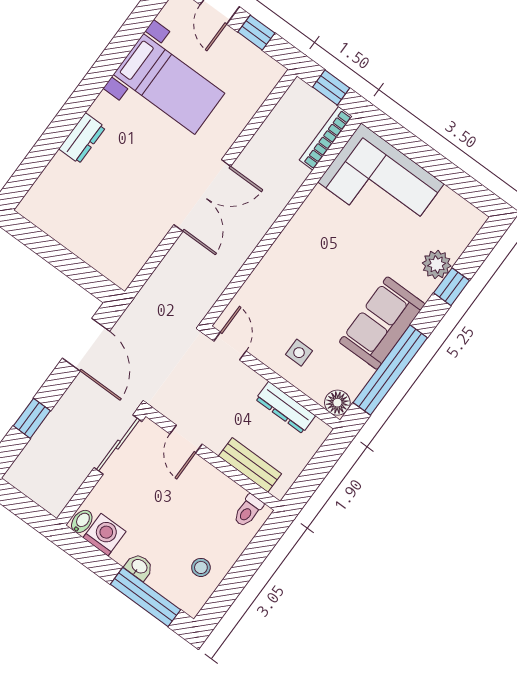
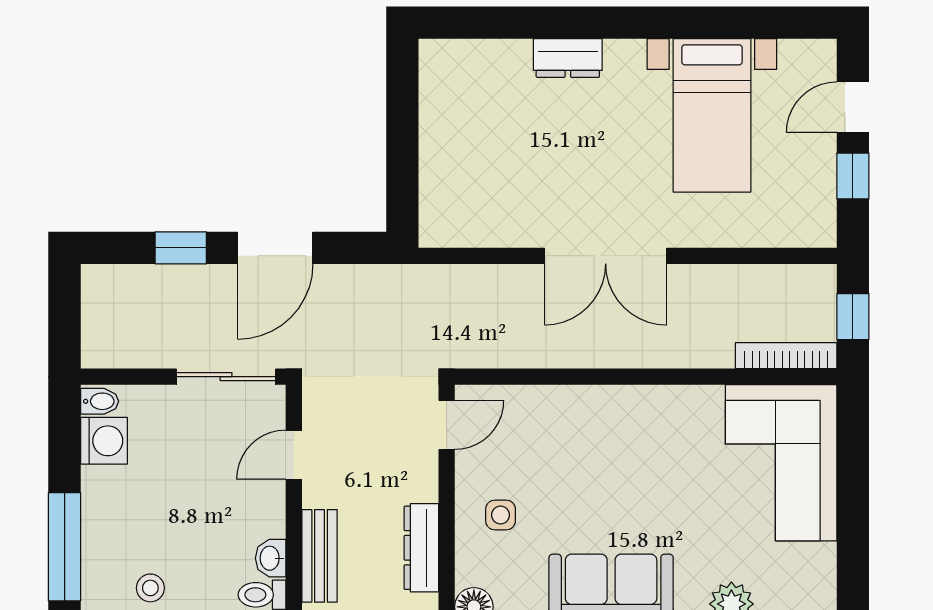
door: (86, 345) -> (275, 248), moved
washbasin: (139, 567) -> (271, 558), moved, turned 180

